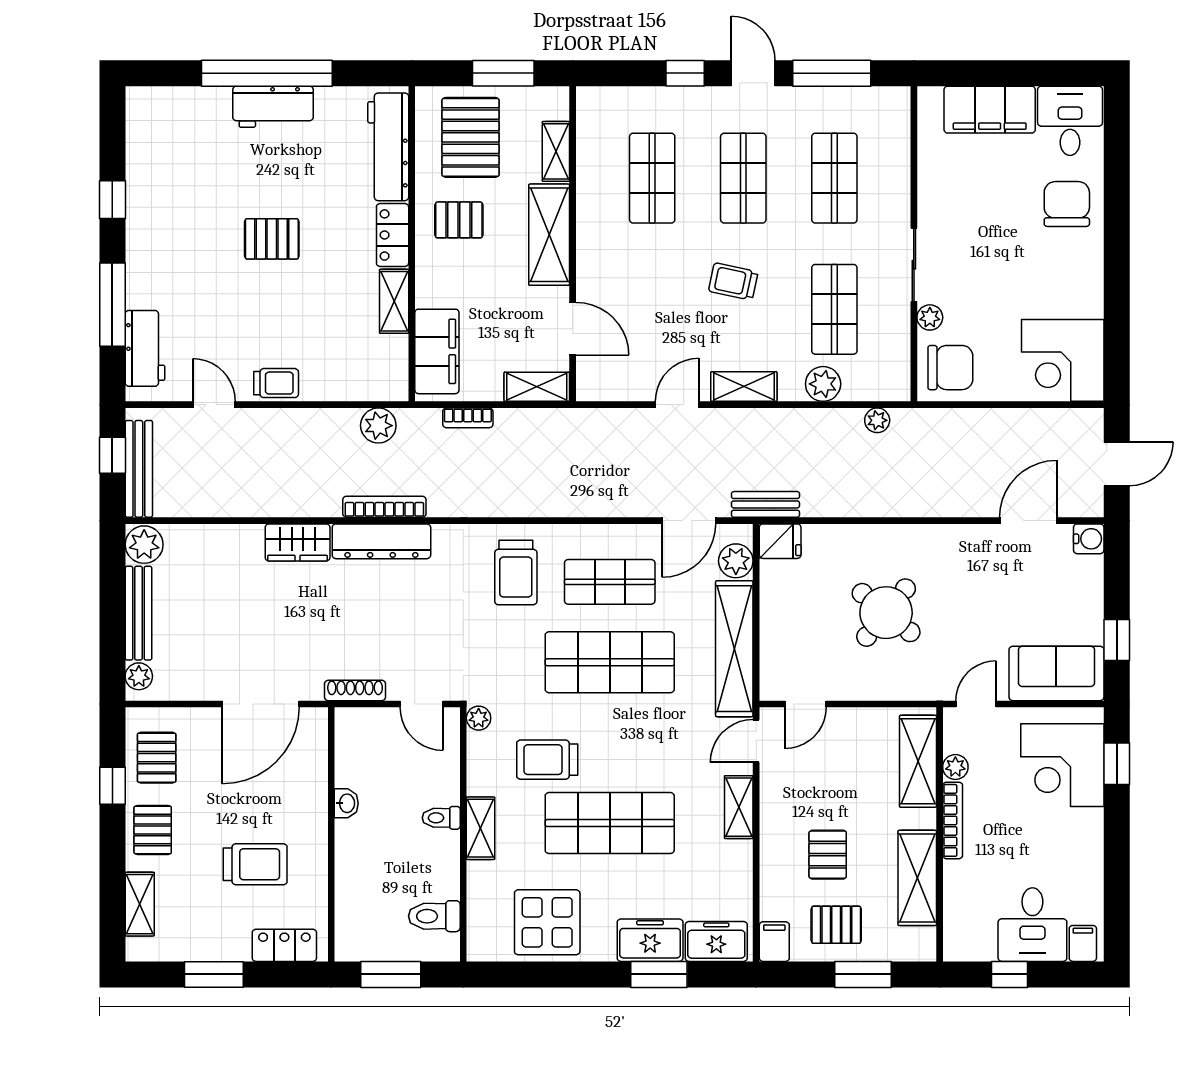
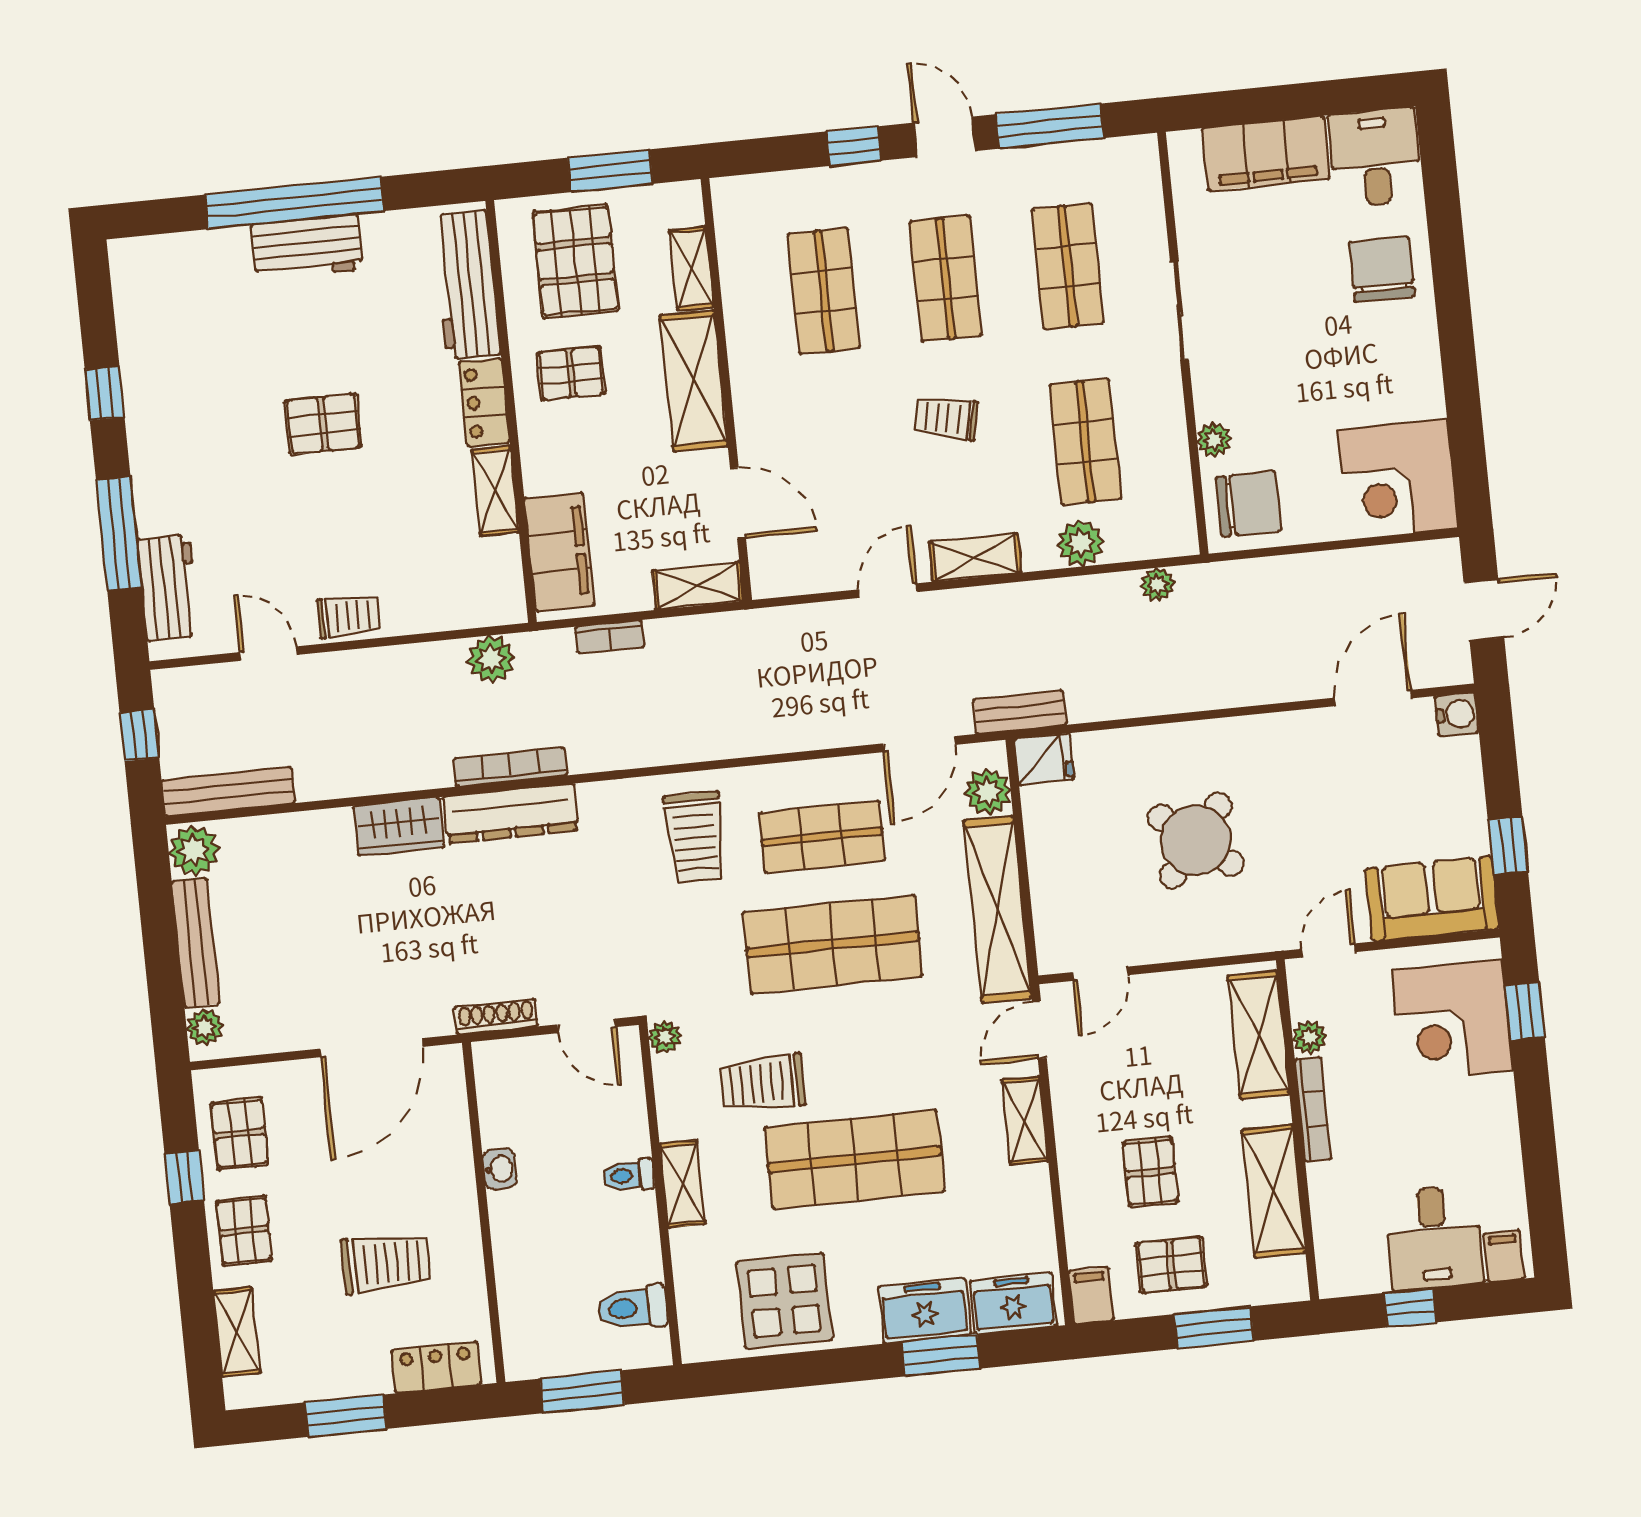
sliding door: (914, 265) -> (1179, 311), moved
bench: (139, 469) -> (228, 792), moved, turned 90

